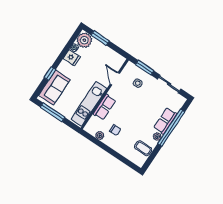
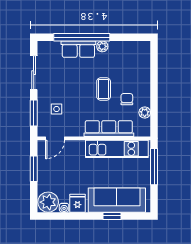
window: (100, 38) -> (34, 169), moved
door: (115, 79) -> (55, 138), moved
sofa: (54, 88) -> (117, 200), width x1.36
row of seats: (105, 107) -> (109, 129), width x1.48
window: (52, 112) -> (154, 167), moved
coffee table: (143, 148) -> (104, 89), moved

